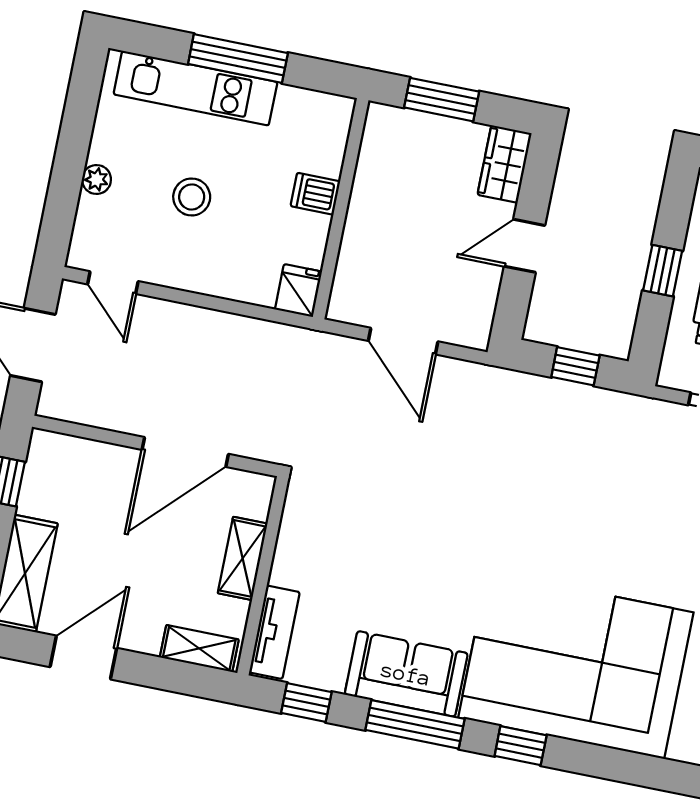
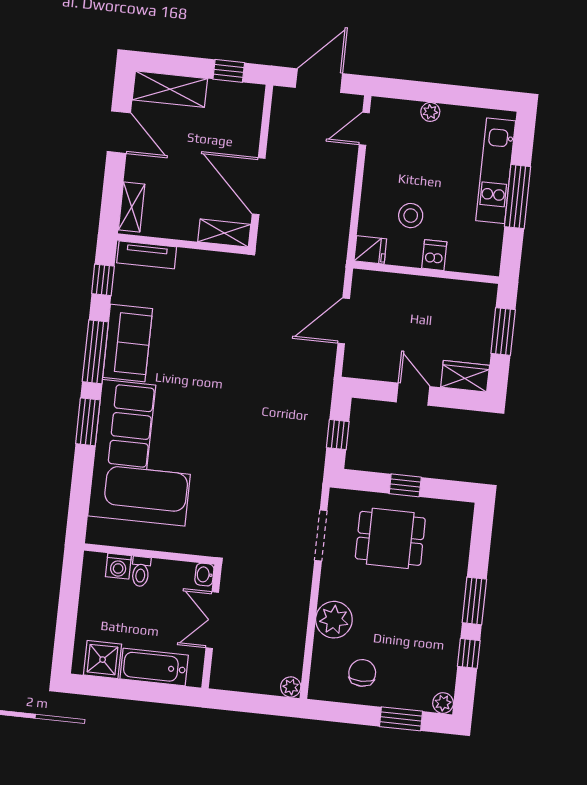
stool: (192, 197) -> (411, 216), moved
shelving: (243, 558) -> (224, 233), moved
window: (521, 746) -> (88, 422), width x1.50

